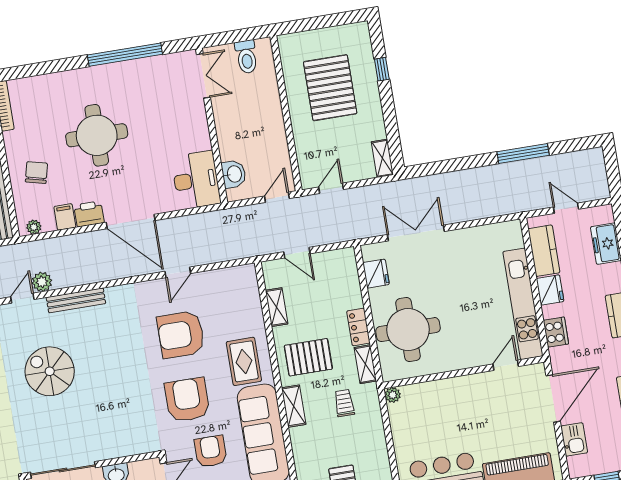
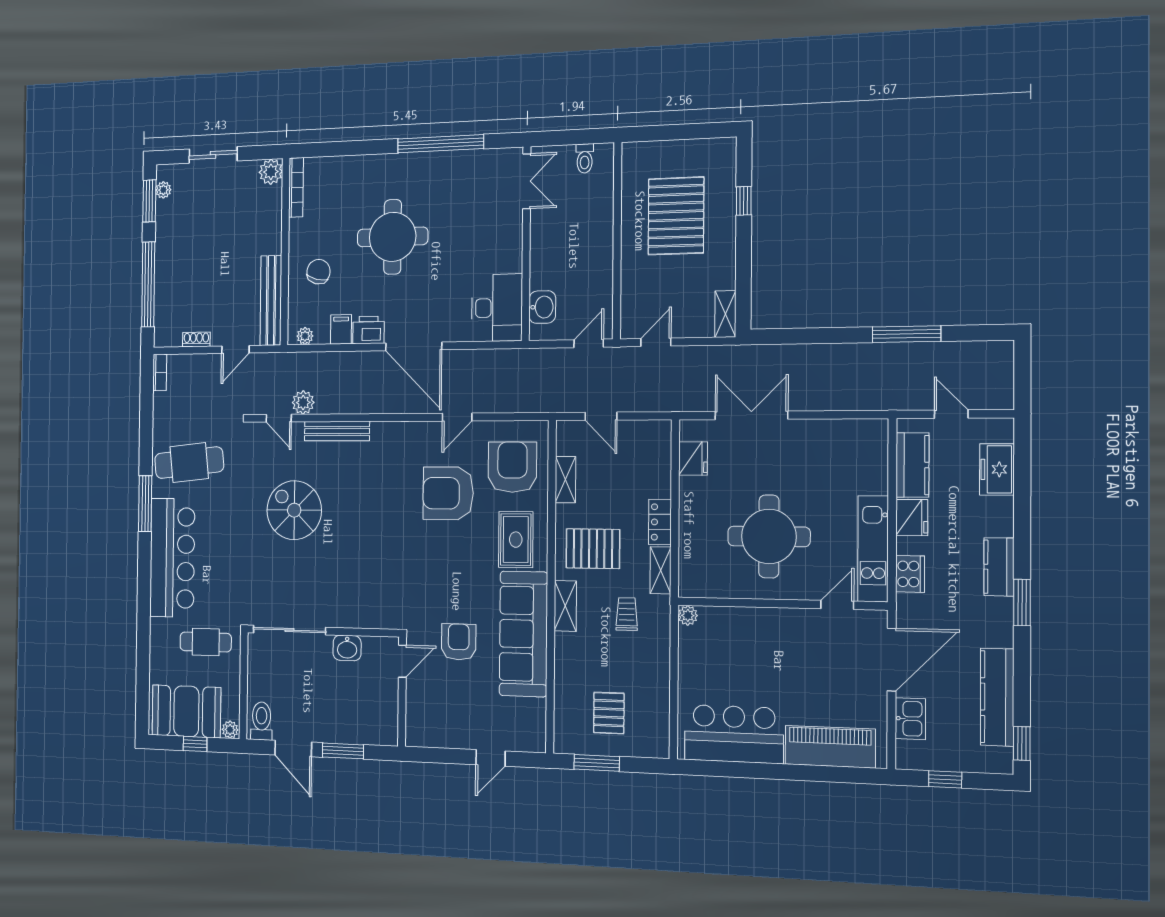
toilet: (246, 57) -> (585, 158), width x0.73, depth x0.72
door: (22, 298) -> (279, 418), swing flipped
kitchen unit: (523, 304) -> (873, 549), width x0.73
round table: (408, 330) -> (769, 536), moved
armchair: (187, 400) -> (512, 467), moved

